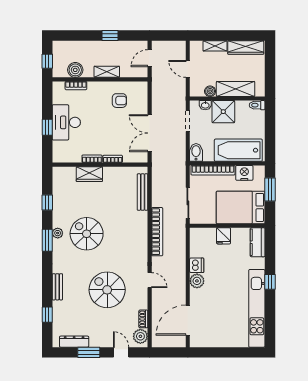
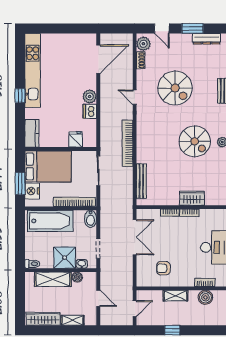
nightstand: (244, 173) -> (32, 191), moved, turned 90
fridge: (224, 236) -> (76, 139), moved

